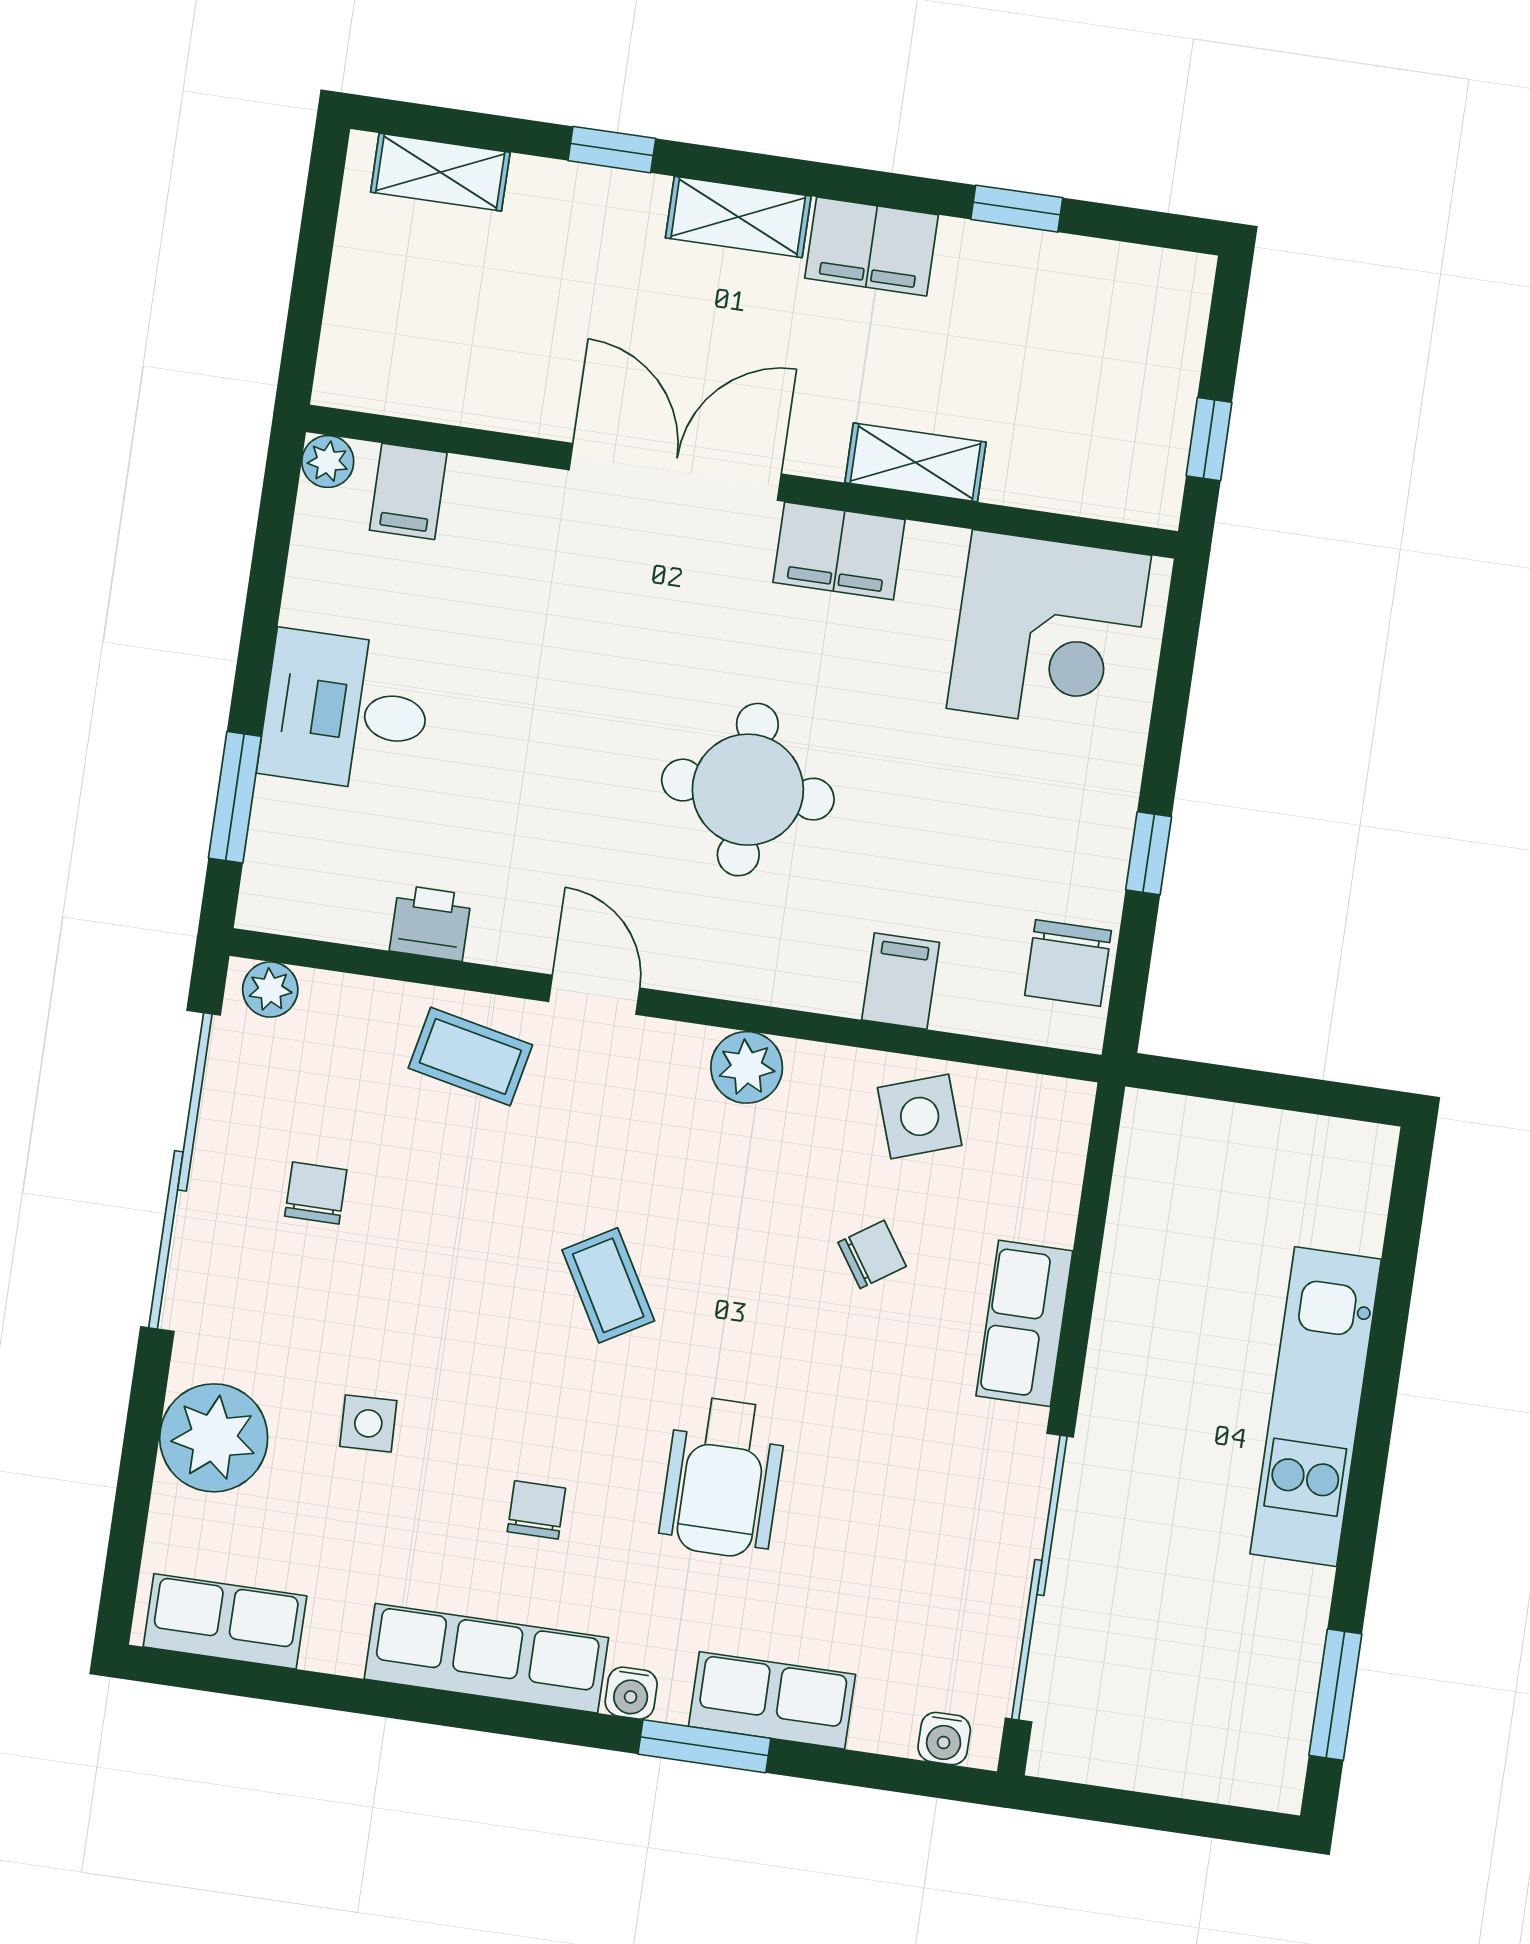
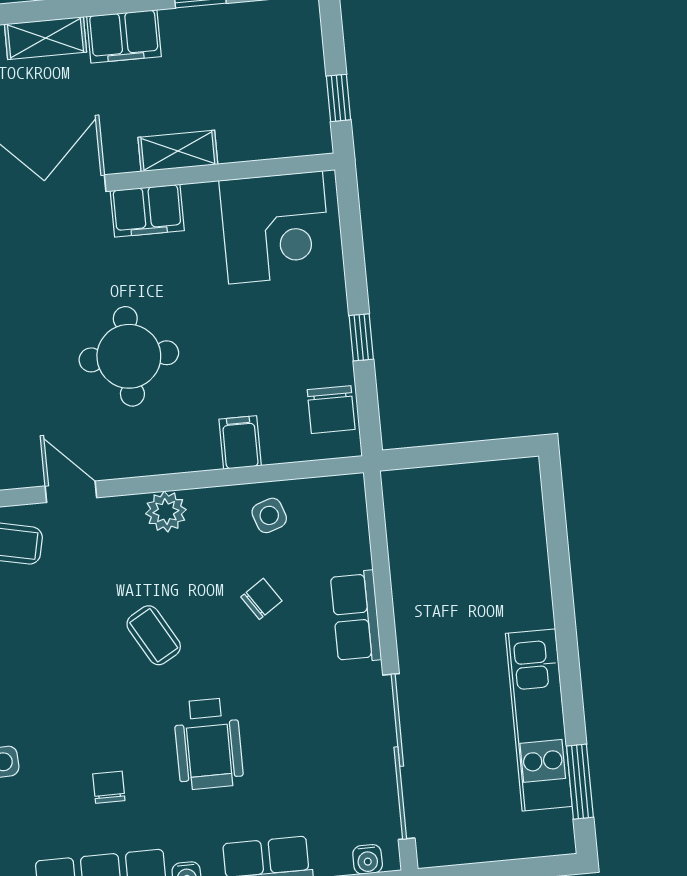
side table: (920, 1116) -> (269, 515), width x0.73, depth x0.73
coffee table: (608, 1285) -> (154, 635), moved
kitchen unit: (1316, 1407) -> (539, 720), moved

